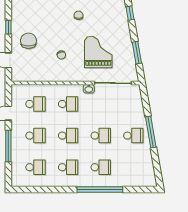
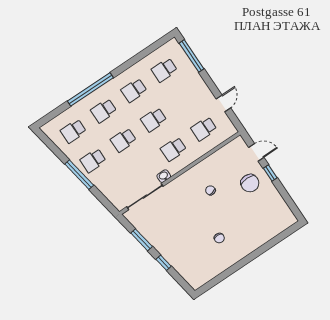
window: (130, 13) -> (164, 263), moved
window: (8, 27) -> (270, 173), moved
grand piano: (98, 52) -> (178, 216), removed
school desk: (36, 136) -> (73, 131), moved
window: (8, 146) -> (192, 56), moved

